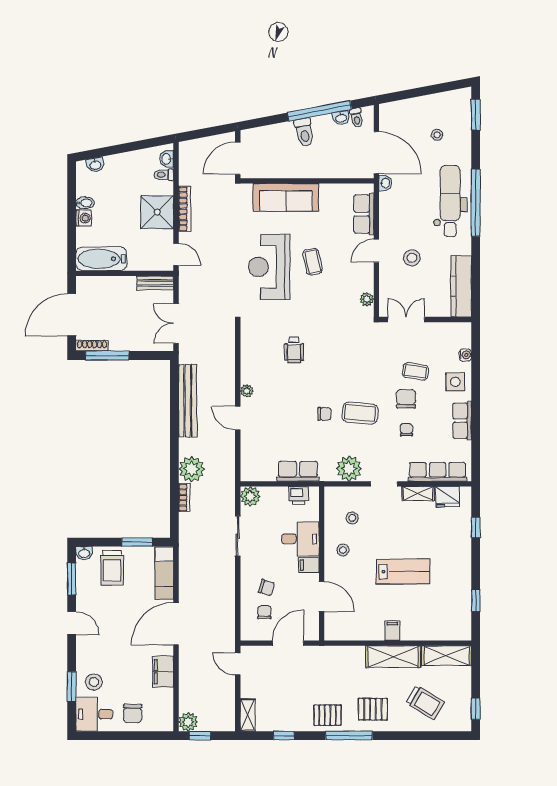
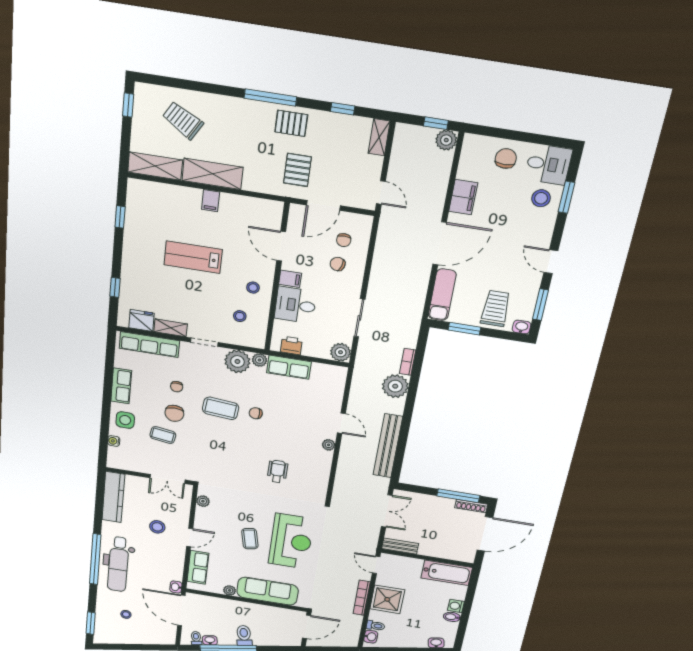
plant: (327, 190) -> (230, 590), added
plant: (328, 474) -> (259, 360), added
pallet: (373, 709) -> (297, 170), moved, turned 90

